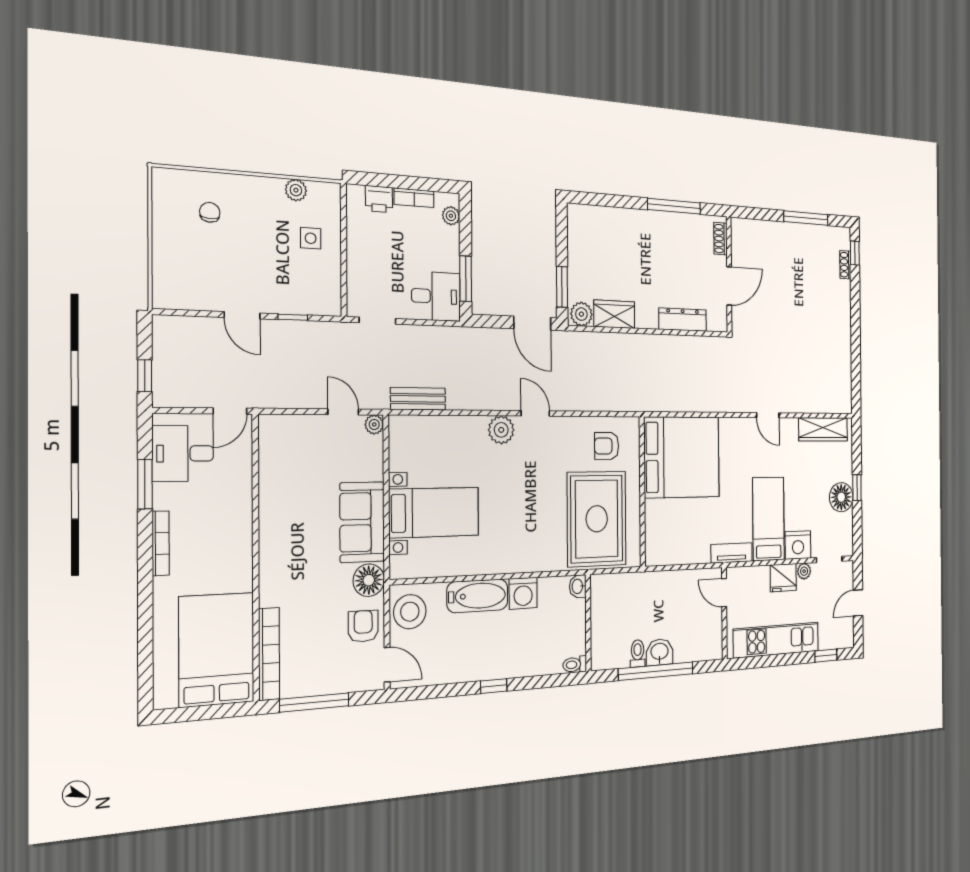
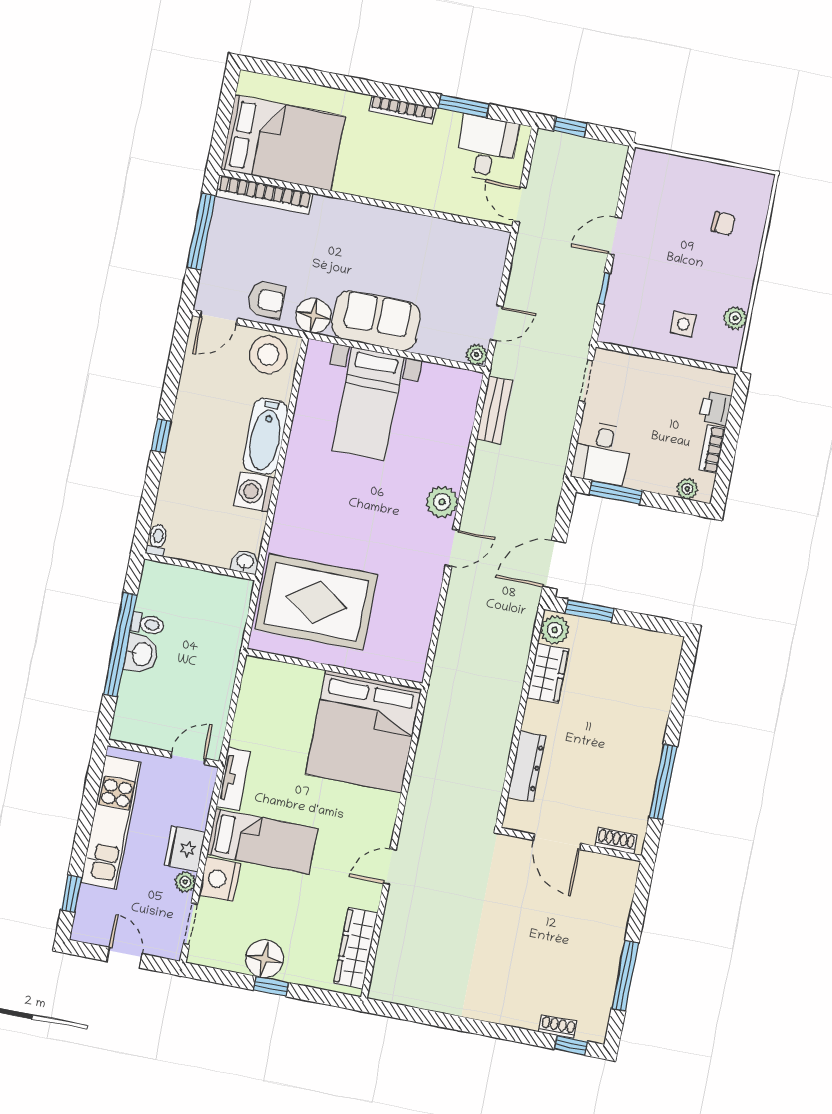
armchair: (607, 446) -> (397, 632), removed

